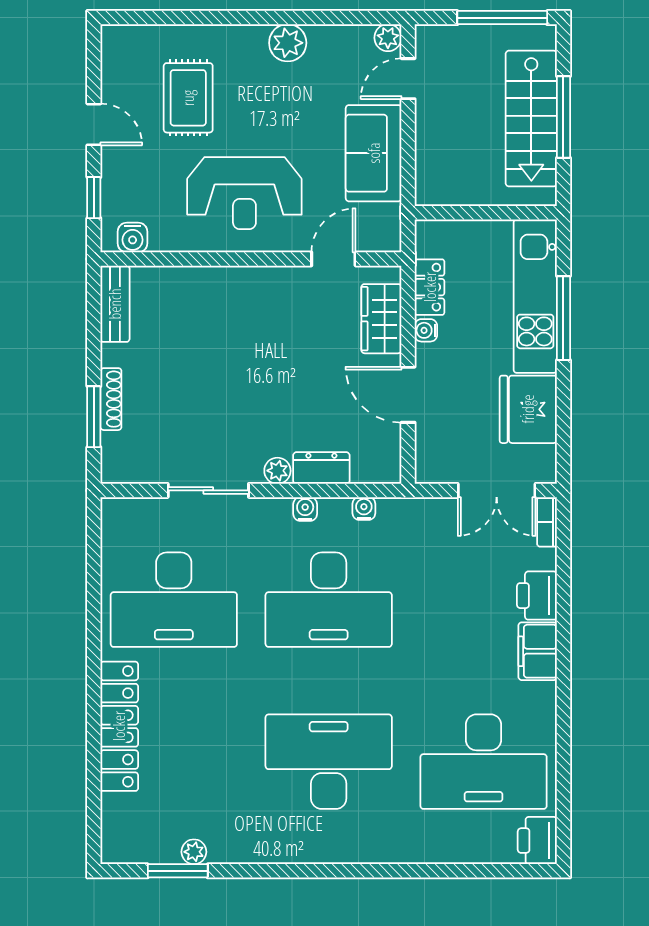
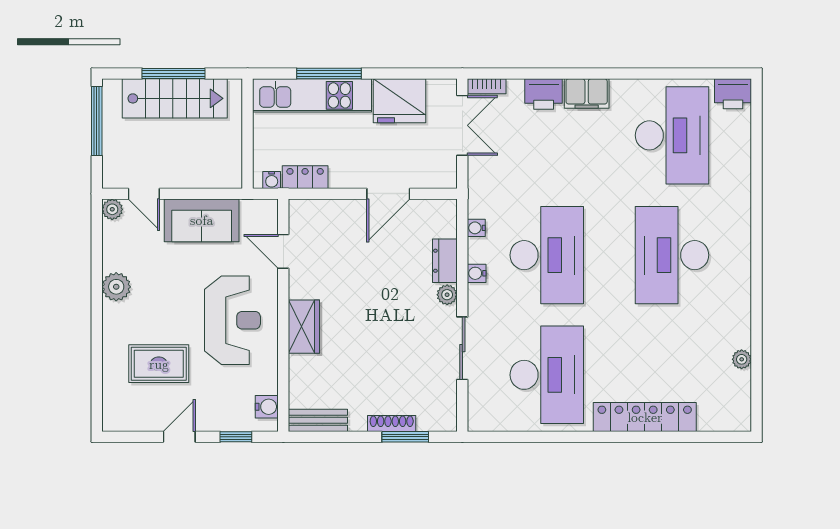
wardrobe: (381, 319) -> (304, 327), moved, turned -90
water cooler: (426, 330) -> (272, 180), moved
window: (178, 871) -> (756, 372), removed

